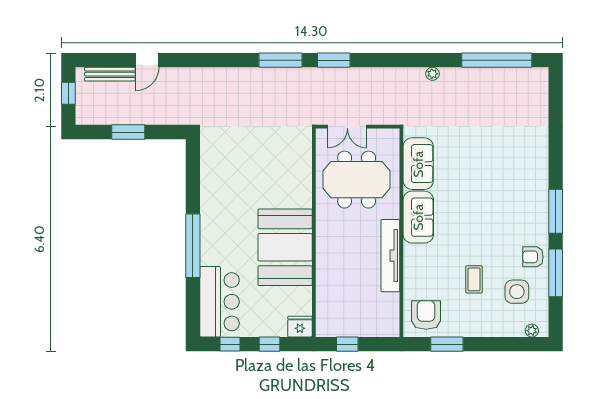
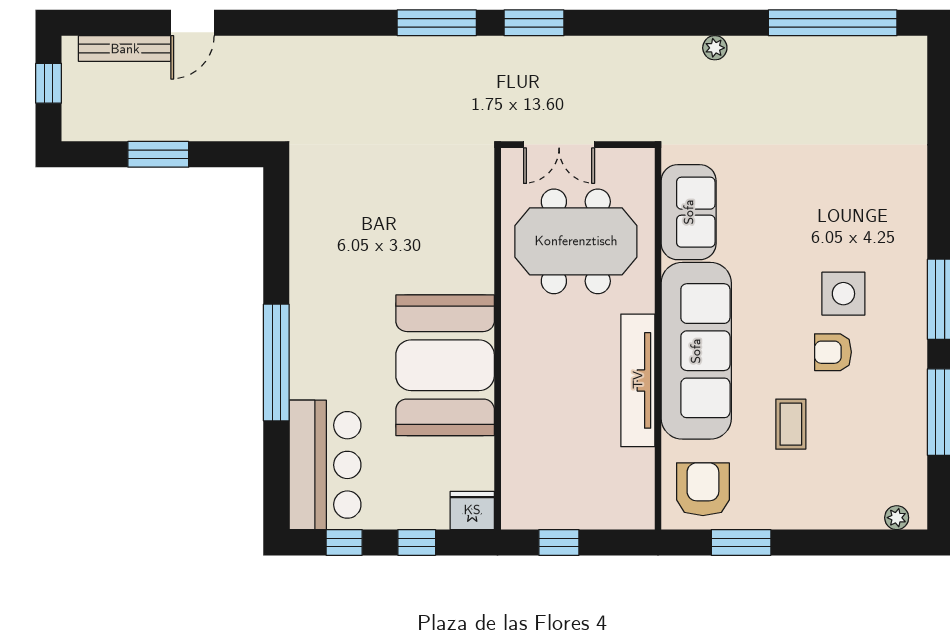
sofa: (418, 217) -> (696, 351), width x1.85, depth x1.27
armchair: (533, 257) -> (833, 352), moved
side table: (517, 292) -> (843, 294), moved

